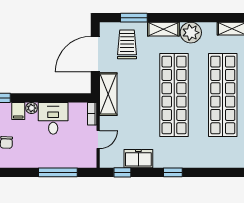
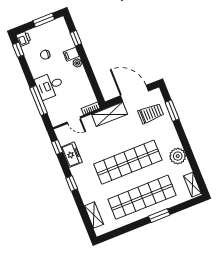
shelving: (163, 29) -> (94, 215), moved
desk: (53, 118) -> (50, 86), moved, turned 180

